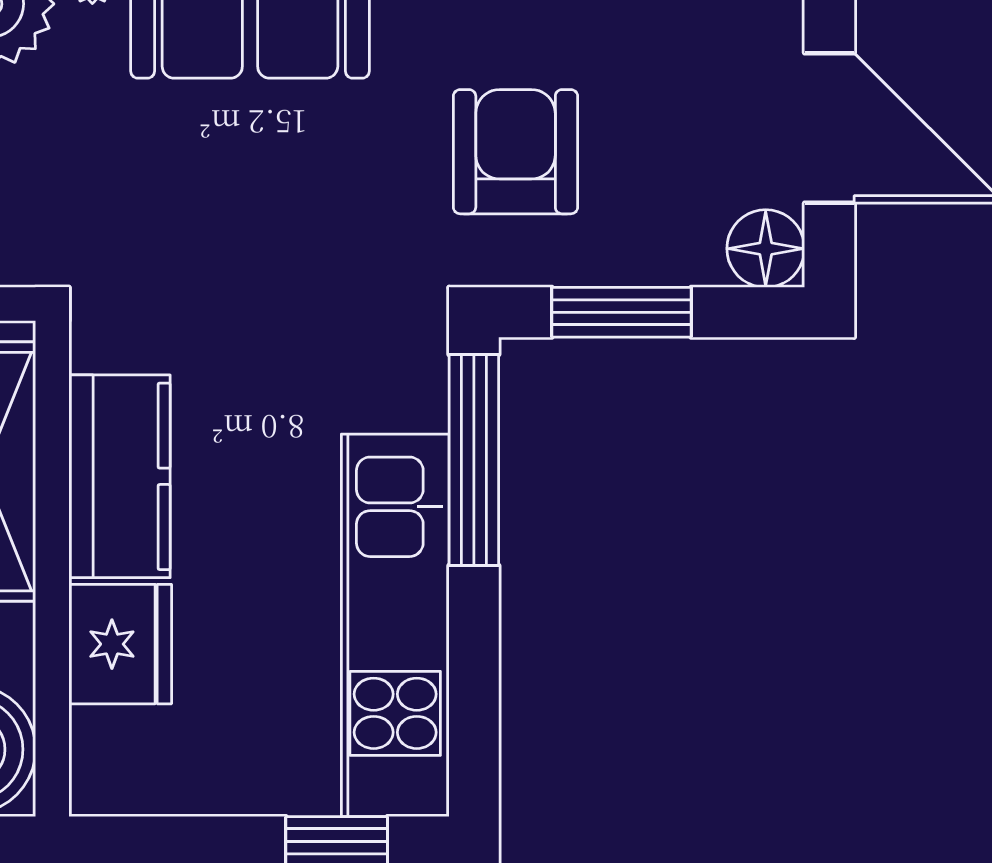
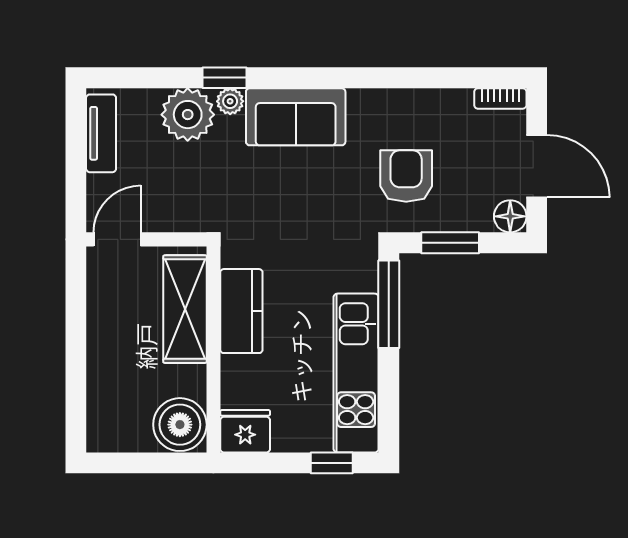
fridge: (120, 644) -> (245, 431), moved, turned -90

